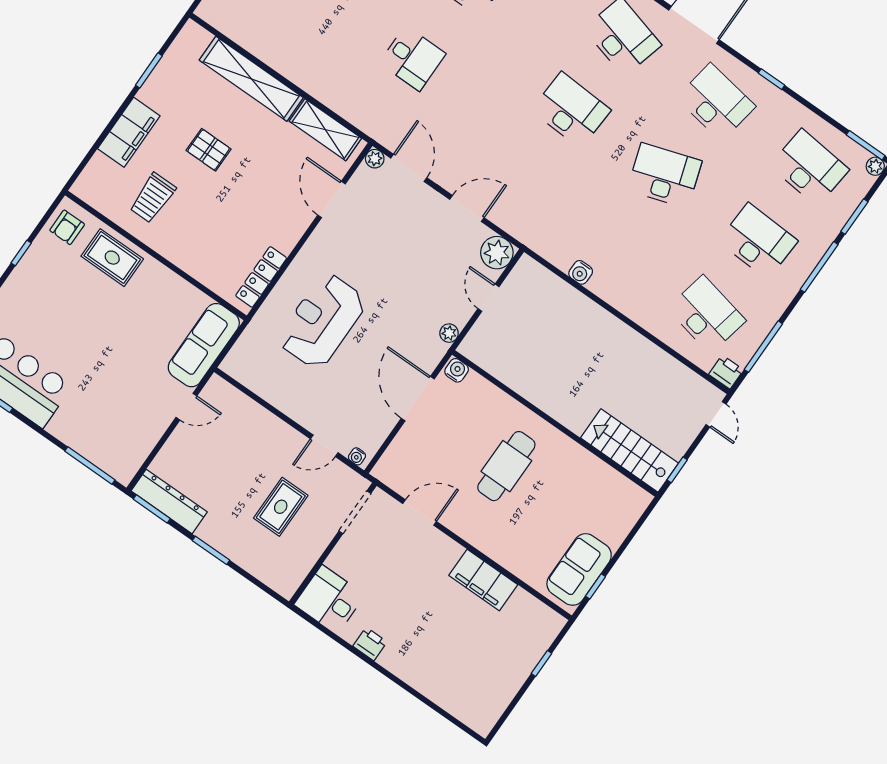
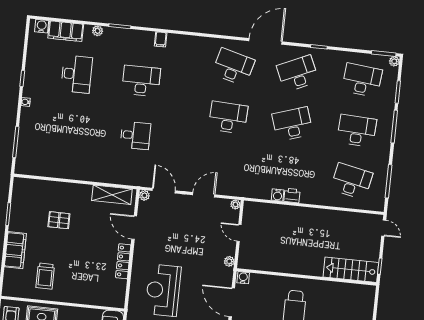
shelving: (251, 79) -> (61, 190), removed
desk: (716, 102) -> (298, 73), turned -33
pallet: (209, 150) -> (59, 220), moved
plant: (497, 253) -> (235, 205), width x0.53, depth x0.53
locker: (261, 277) -> (123, 261), moved
printer: (726, 372) -> (292, 195), moved

